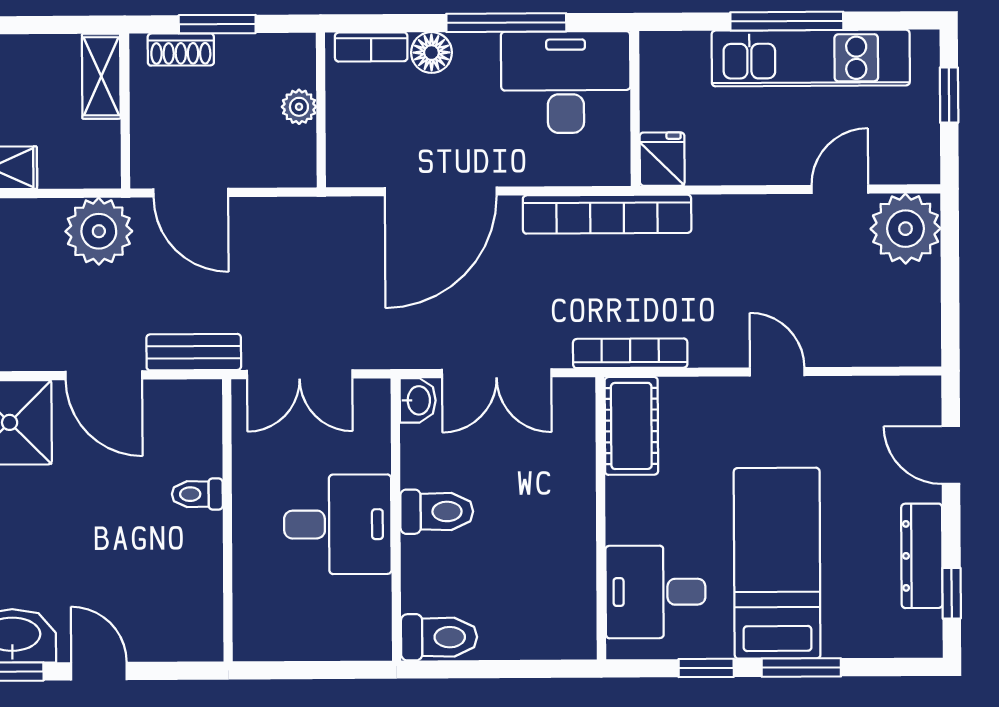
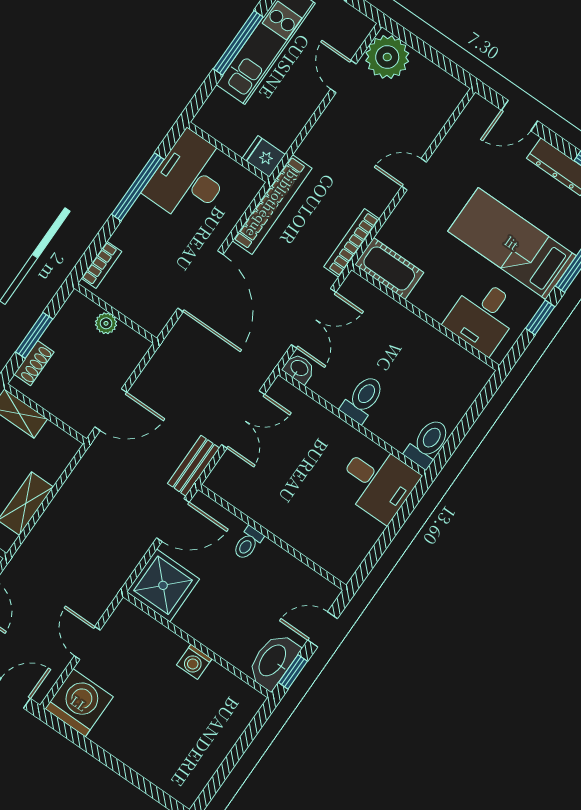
floor lamp: (431, 53) -> (126, 236), removed
plant: (99, 231) -> (97, 471), removed
toilet: (197, 494) -> (248, 543), moved
wall: (227, 520) -> (272, 537), moved
desk: (338, 524) -> (378, 482), moved, turned 90

